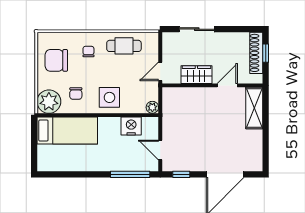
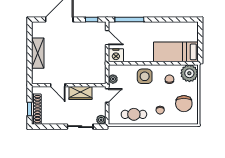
plant: (168, 39) -> (101, 120), added
chair: (56, 60) -> (184, 104), turned 90
door: (227, 85) -> (58, 85), hinge flipped
plant: (152, 107) -> (113, 79), moved
shelving: (254, 108) -> (38, 53), moved
nightstand: (131, 126) -> (116, 55), moved

